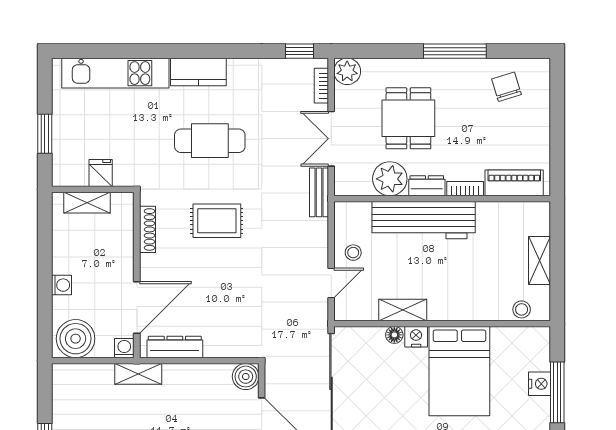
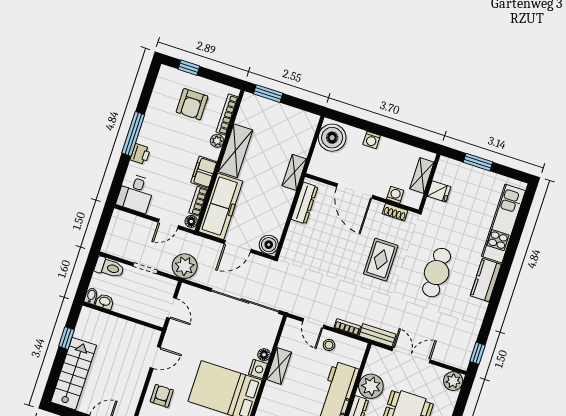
bookcase: (321, 86) -> (347, 327), moved
shoe rack: (147, 229) -> (395, 212), width x0.70
door: (137, 308) -> (355, 191), moved
washing machine: (124, 348) -> (395, 195), moved, turned -90

